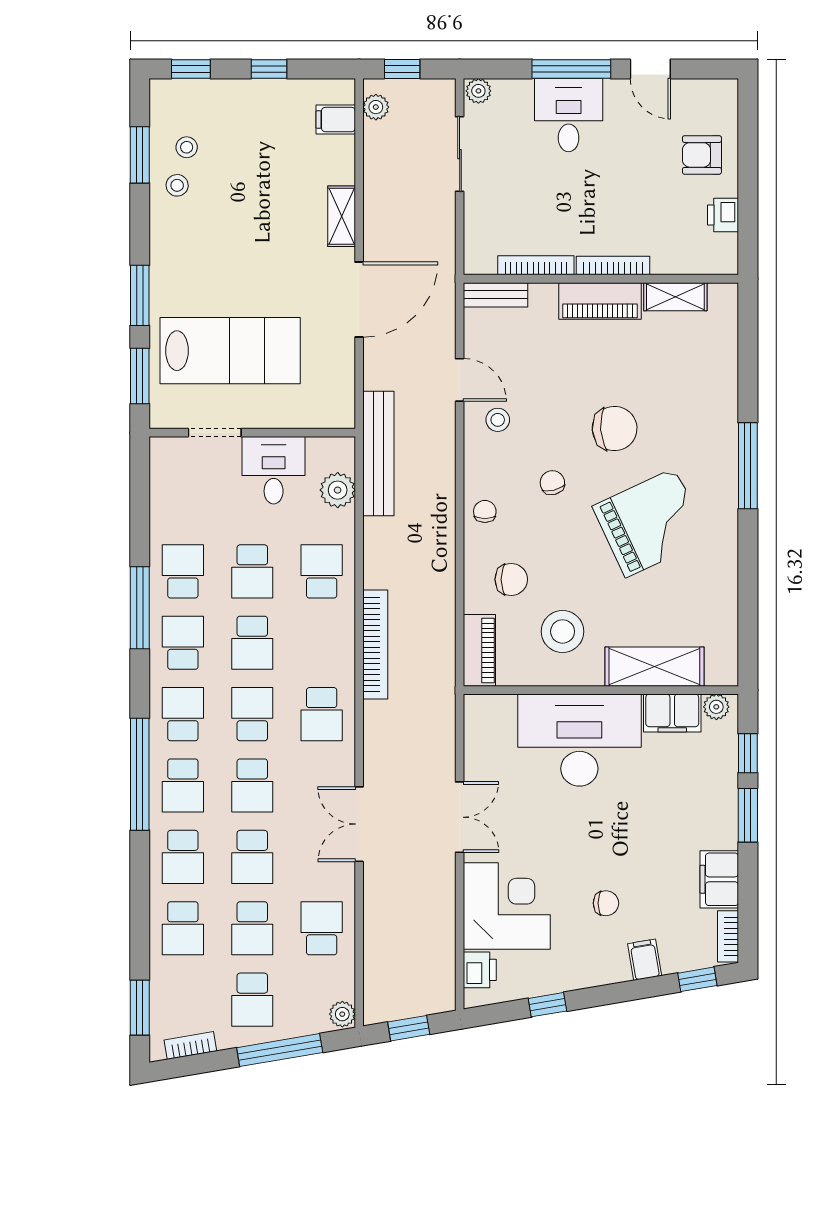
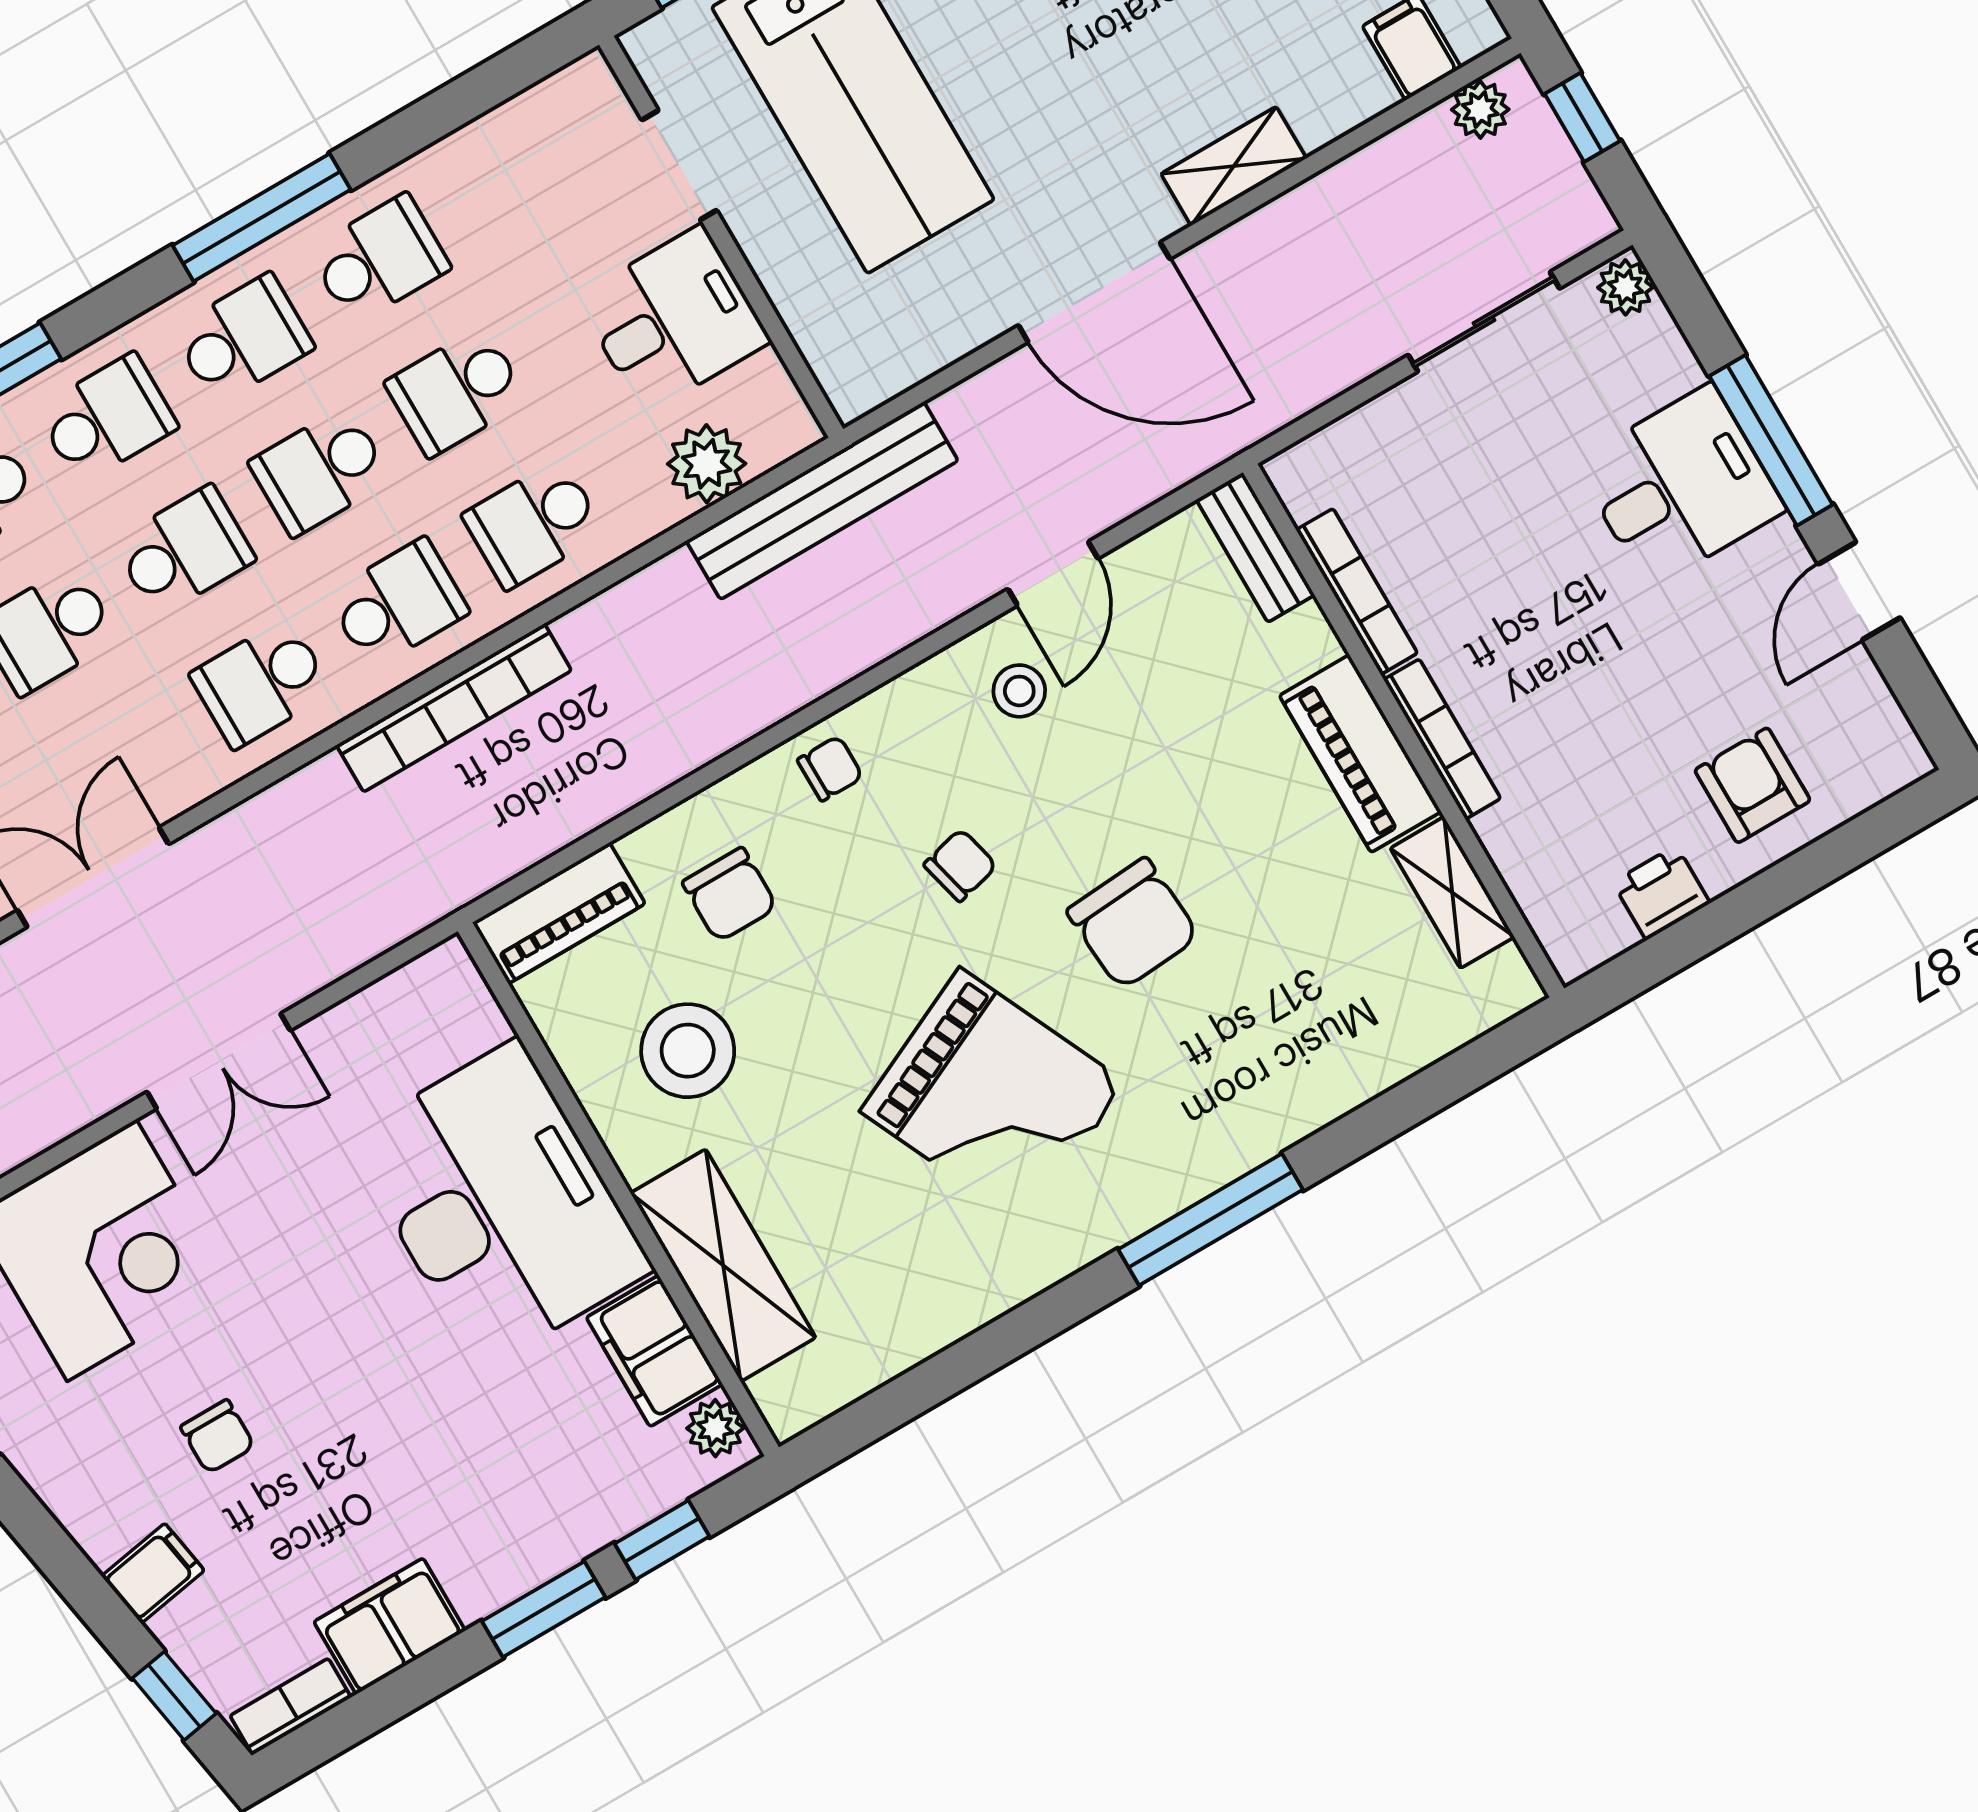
school desk: (322, 571) -> (534, 524), turned 180
school desk: (322, 643) -> (397, 603), added

